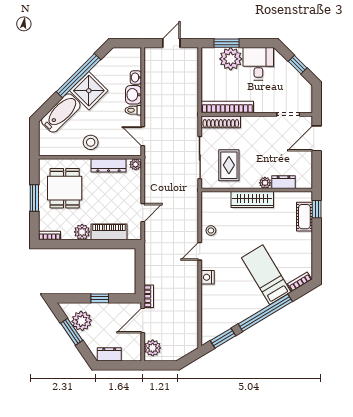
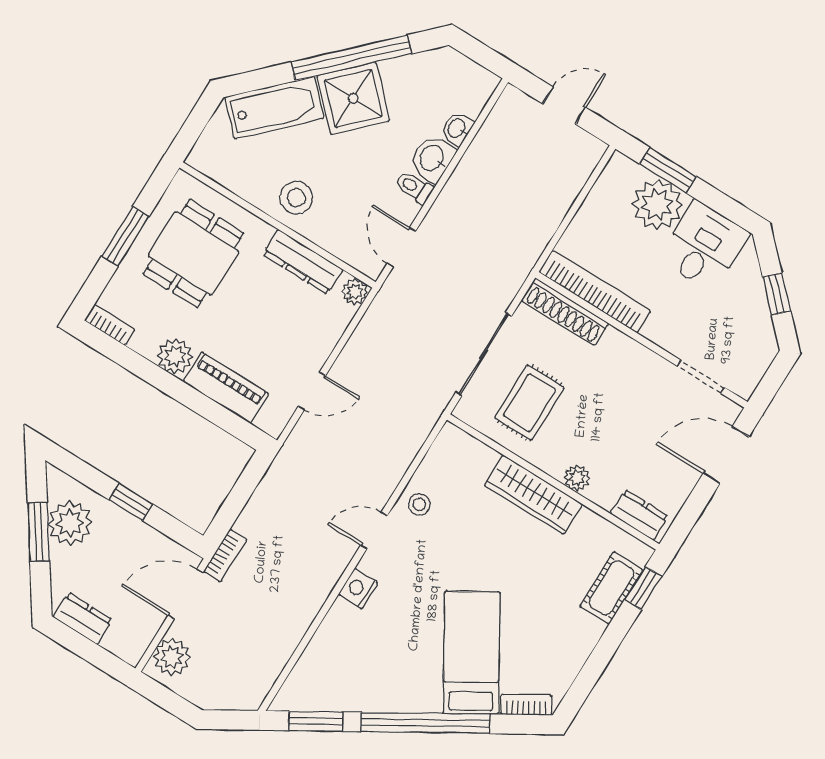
dresser: (284, 182) -> (639, 515), moved

